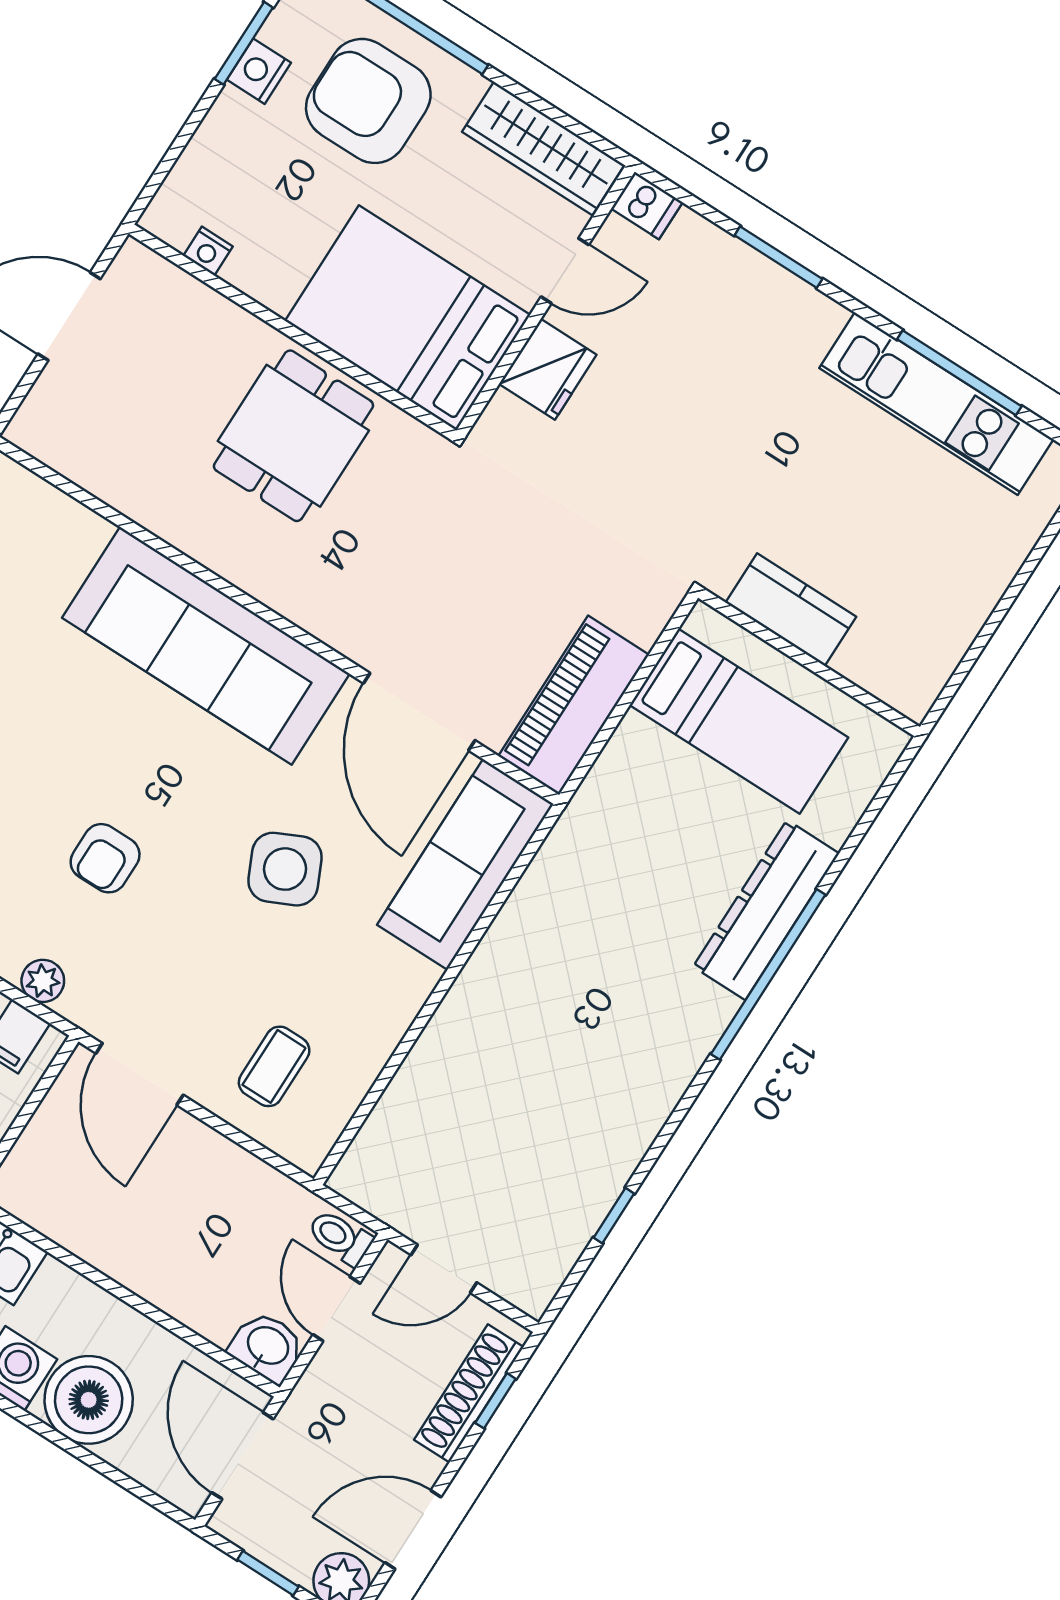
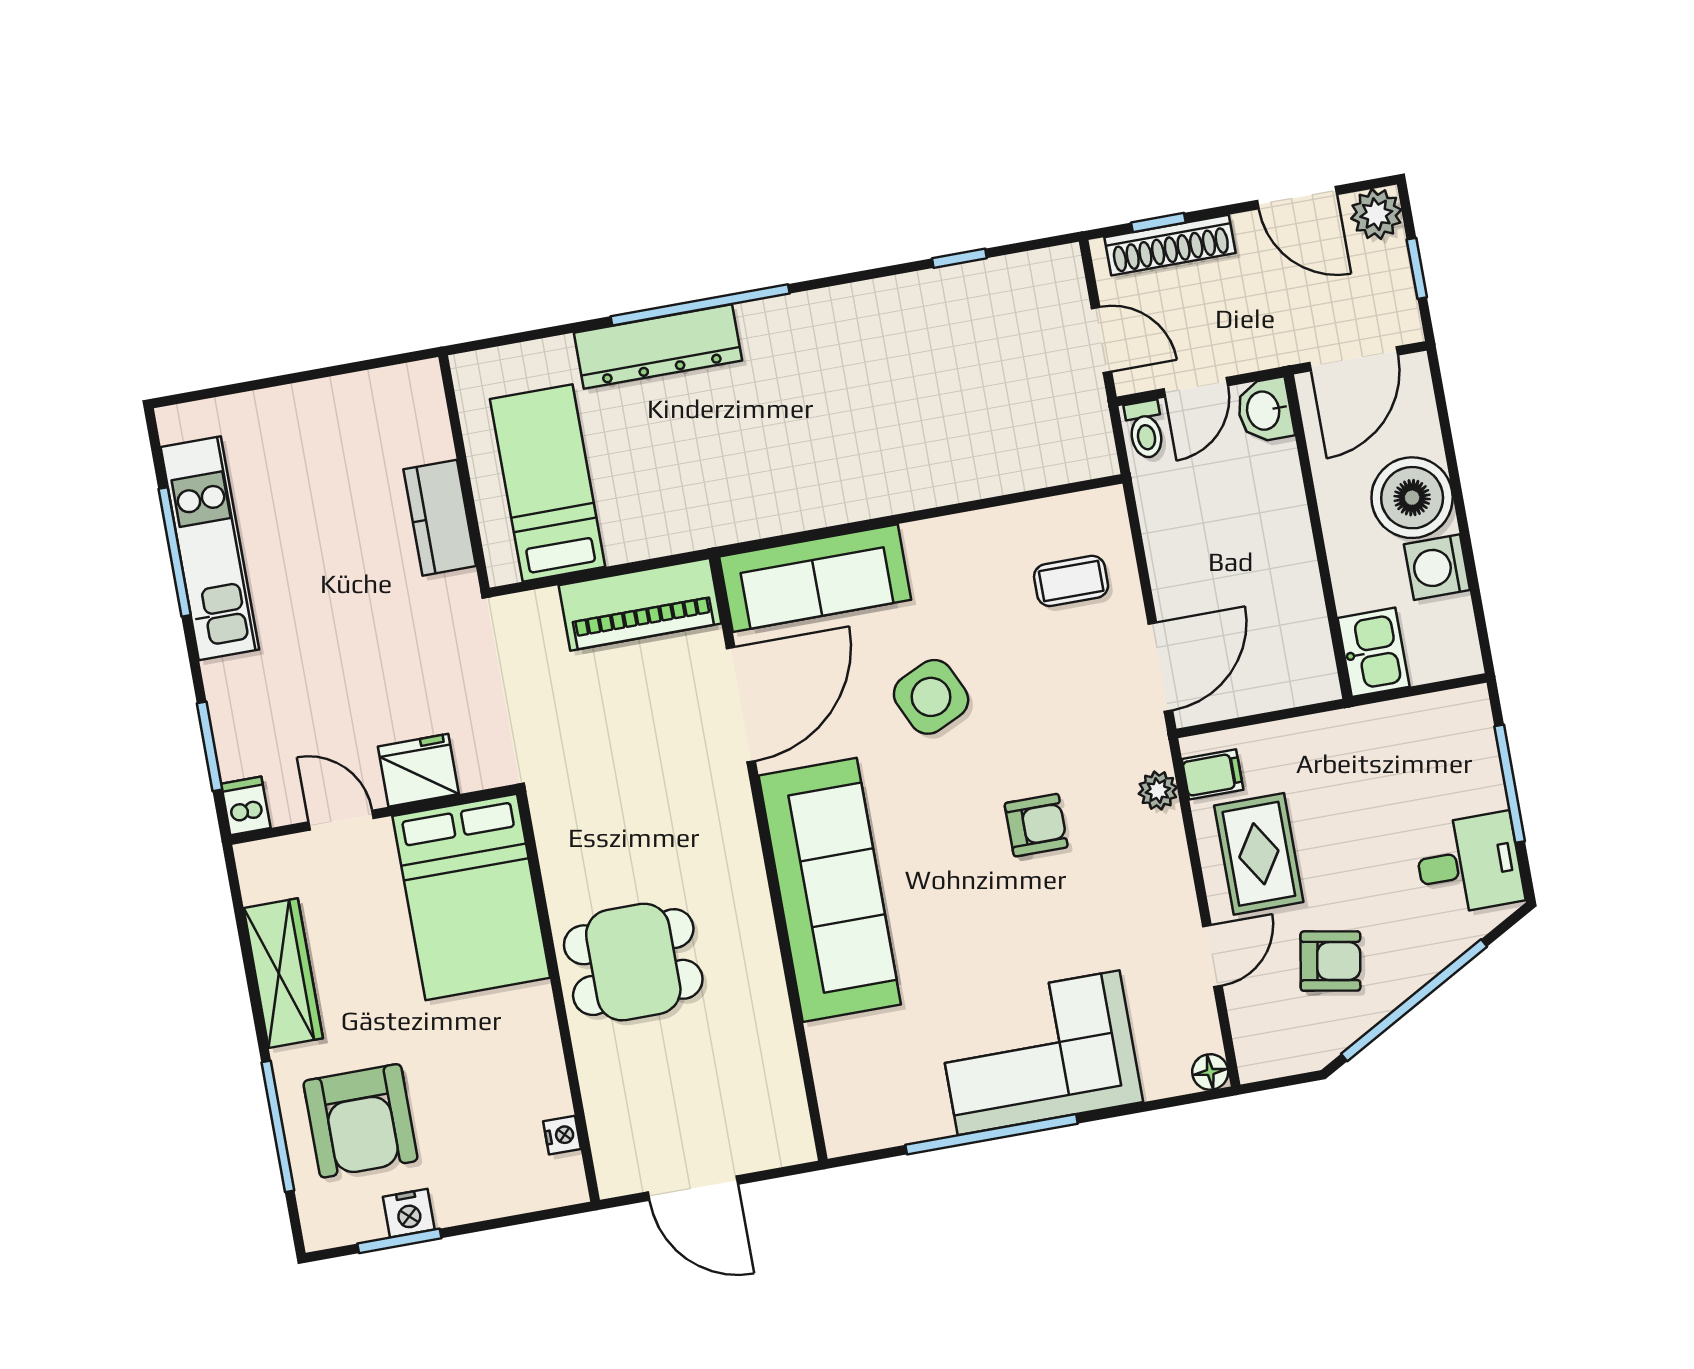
dishwasher: (647, 205) -> (246, 806), moved
door: (565, 271) -> (341, 820), moved
wall: (546, 301) -> (374, 814), moved
bed: (408, 318) -> (471, 897), moved
fridge: (548, 369) -> (418, 770), moved

